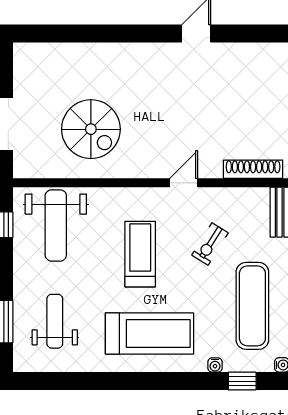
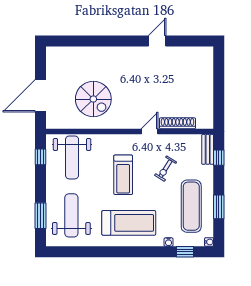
shoe rack: (253, 169) -> (177, 123), moved
treadmill: (140, 254) -> (123, 175), turned 180
weight bench: (55, 321) -> (71, 215), width x1.36, depth x1.33

